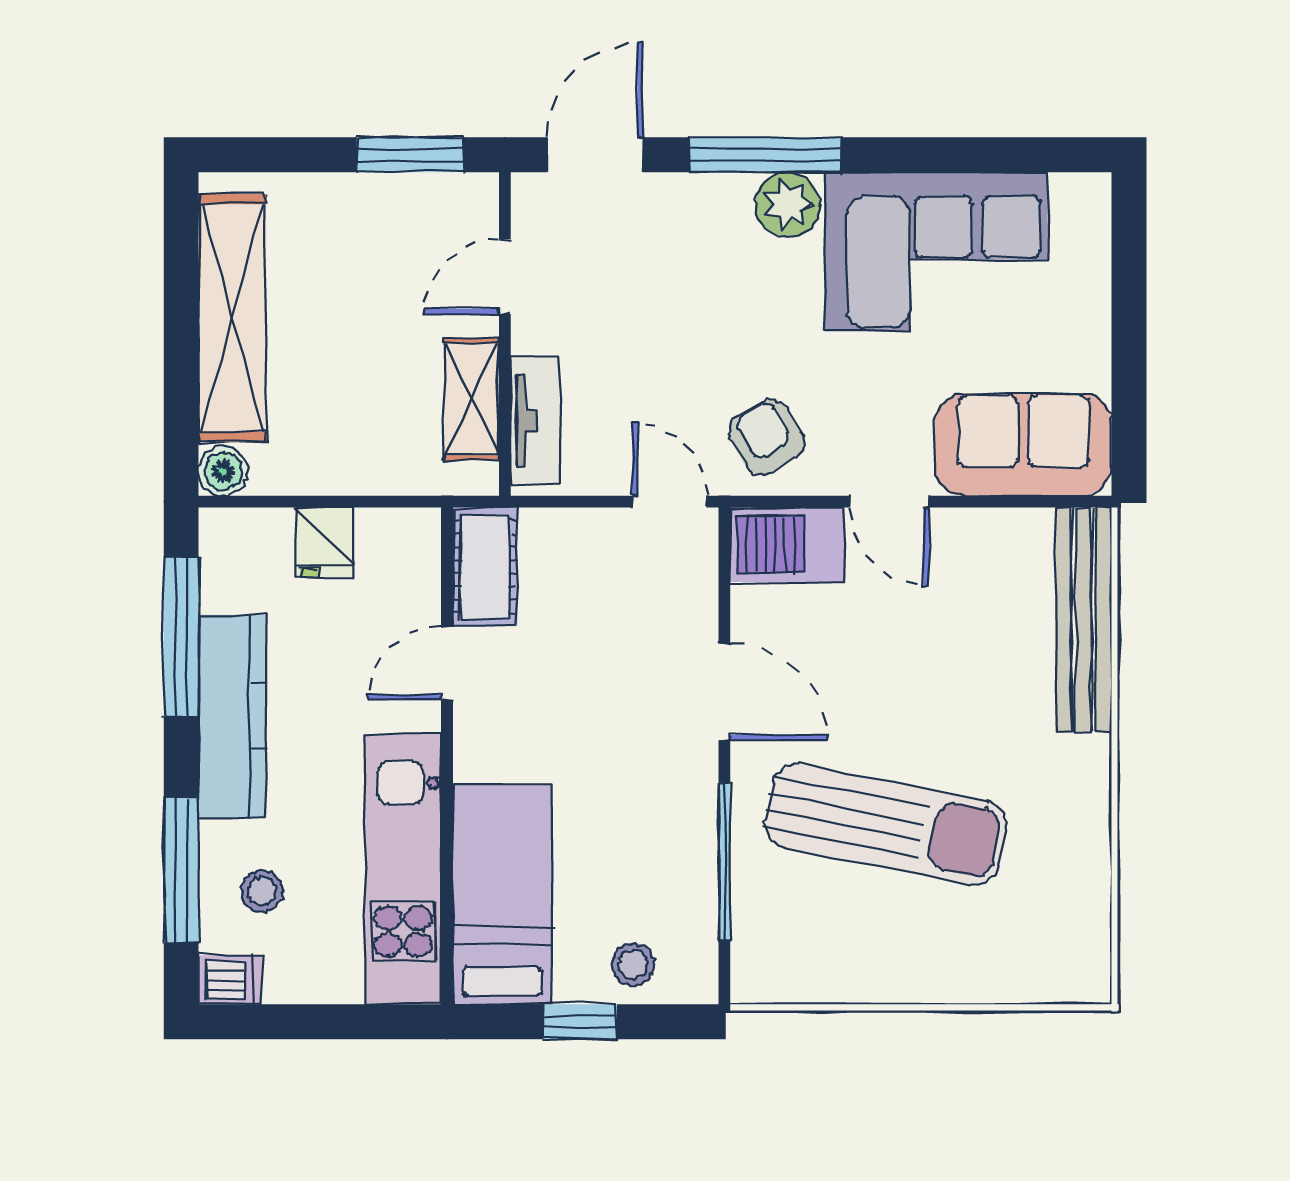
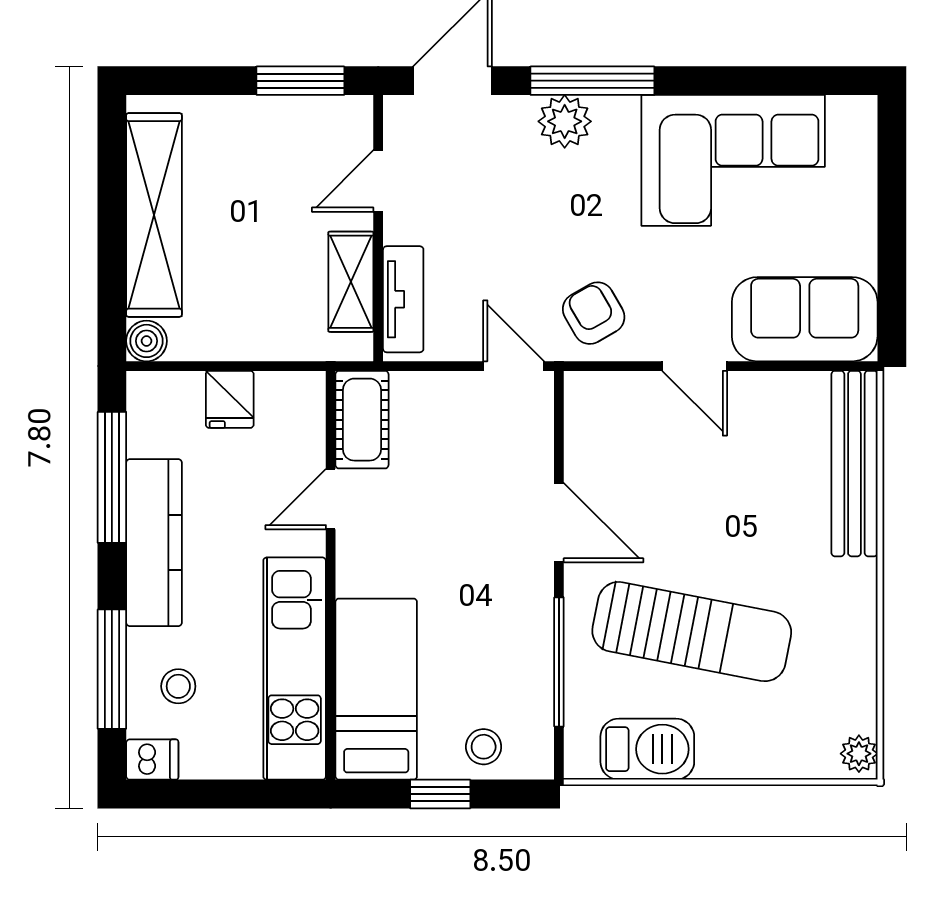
plant: (788, 204) -> (565, 121), moved
barbecue: (787, 545) -> (647, 749), moved, turned 180
plant: (1089, 973) -> (859, 754), added

